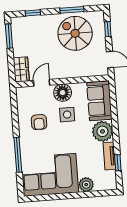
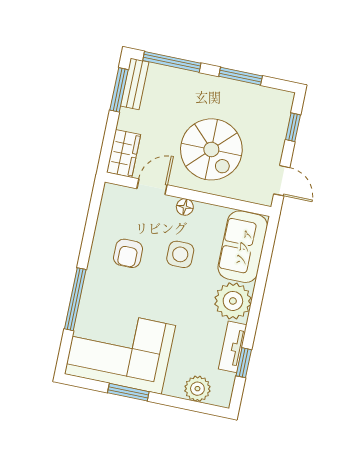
window: (33, 13) -> (172, 62), width x2.17
bench: (16, 30) -> (135, 84), added
spiral stairs: (75, 33) -> (211, 149), moved, turned 180
floor lamp: (63, 93) -> (185, 207), width x0.53, depth x0.53
plant: (86, 185) -> (197, 389), moved
window: (61, 196) -> (128, 392), added

